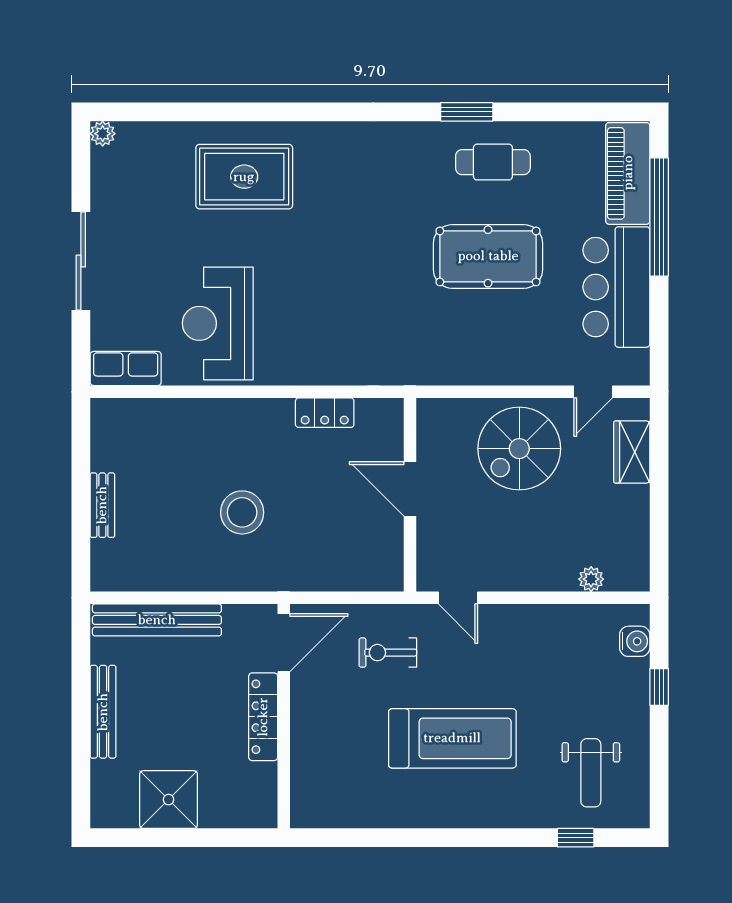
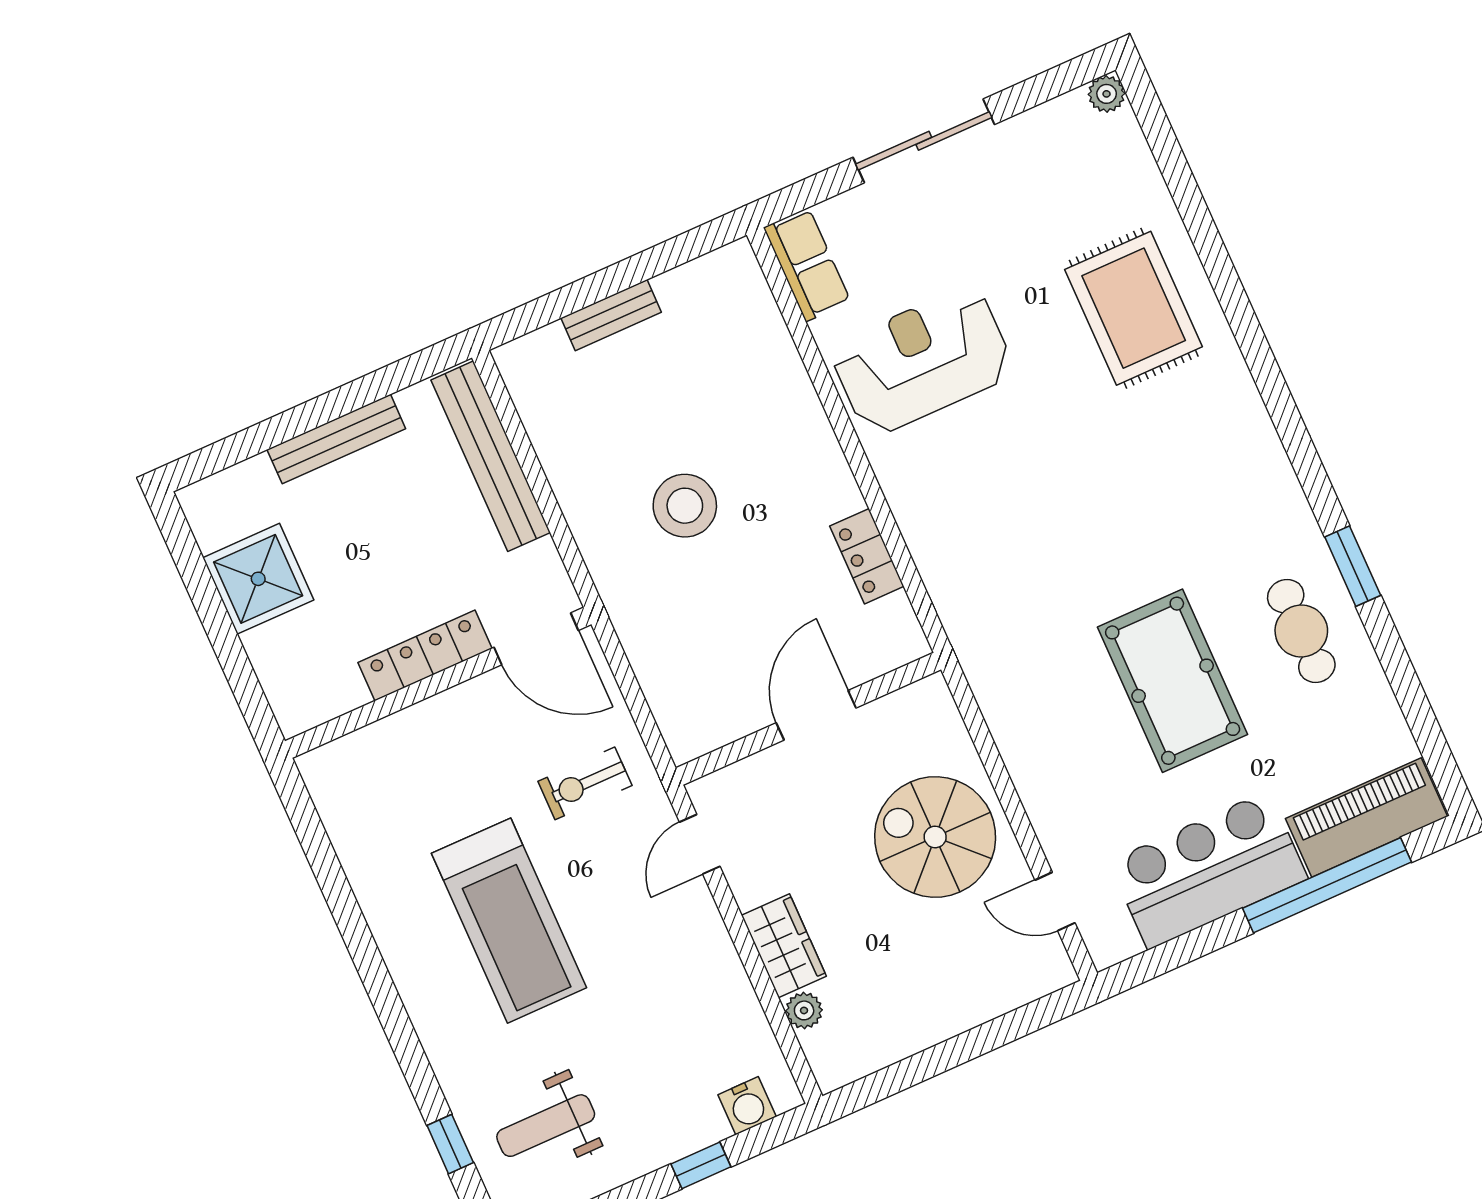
wardrobe: (632, 452) -> (784, 946), moved, turned 90
exercise bike: (388, 653) -> (585, 783), turned -90

